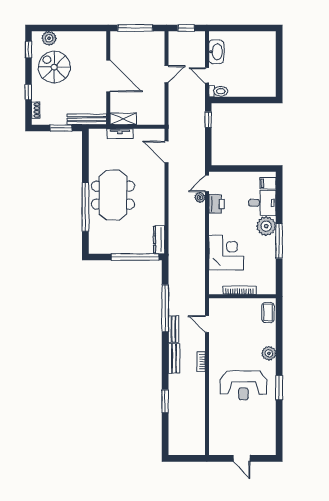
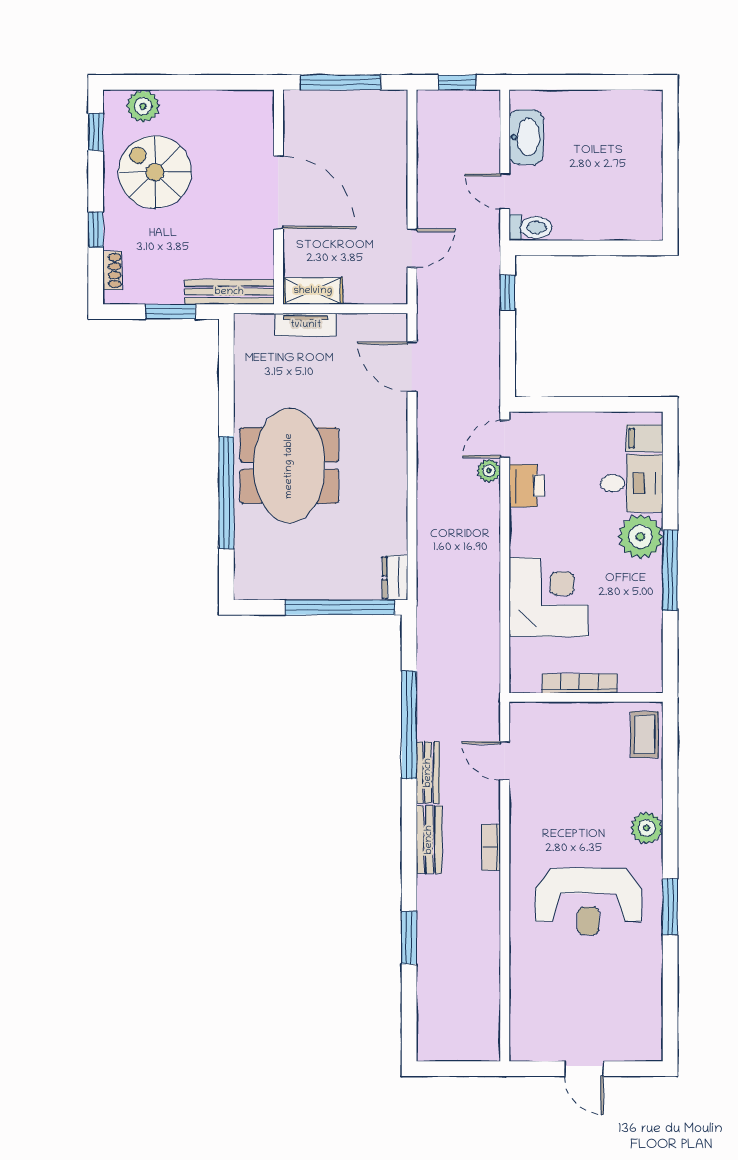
door: (166, 74) -> (412, 248), moved
dresser: (159, 240) -> (395, 578), width x0.70

